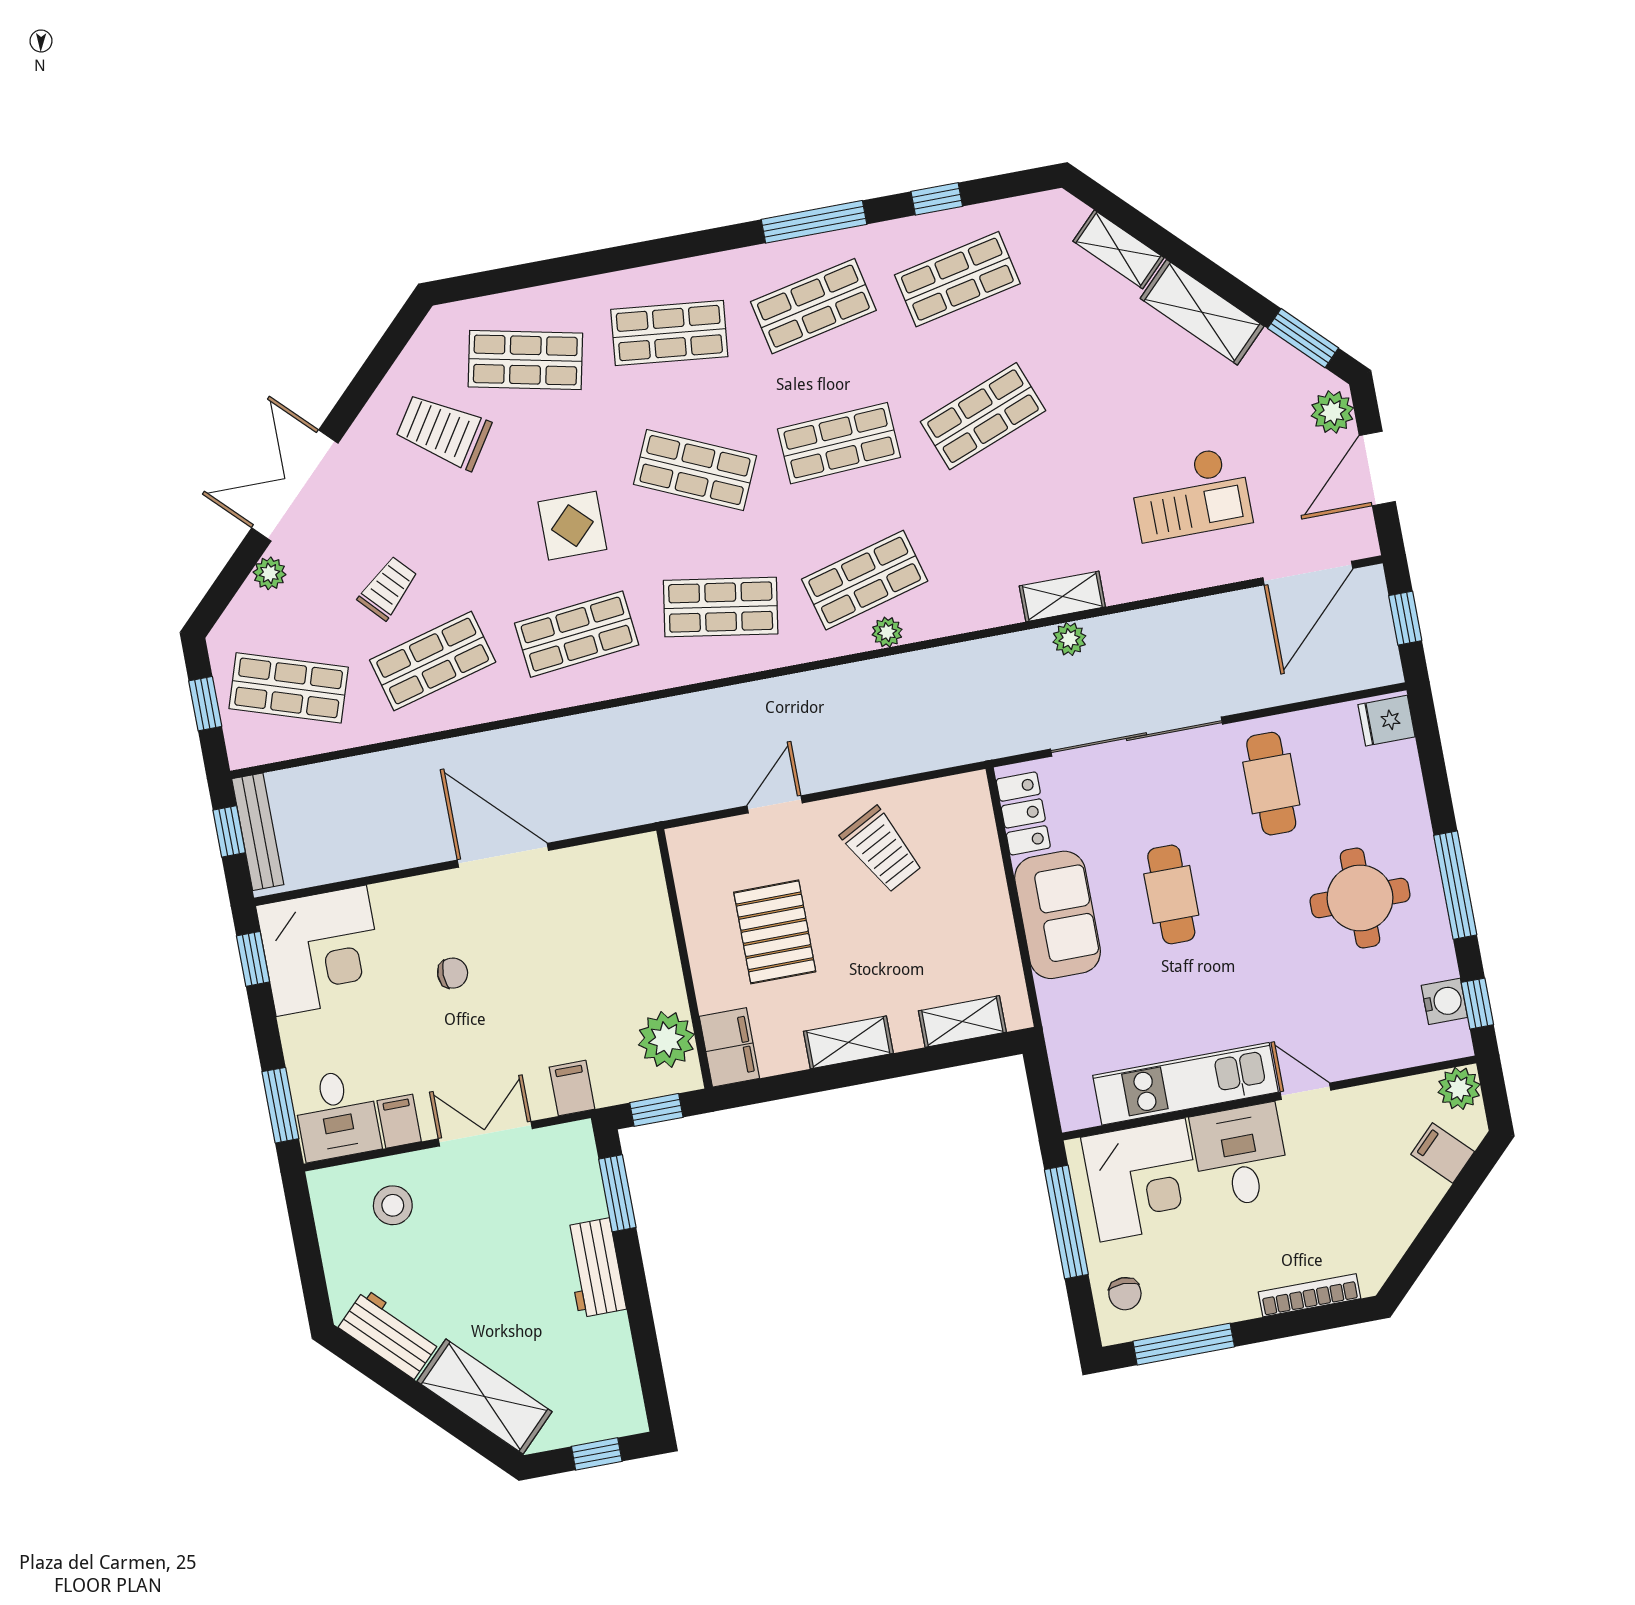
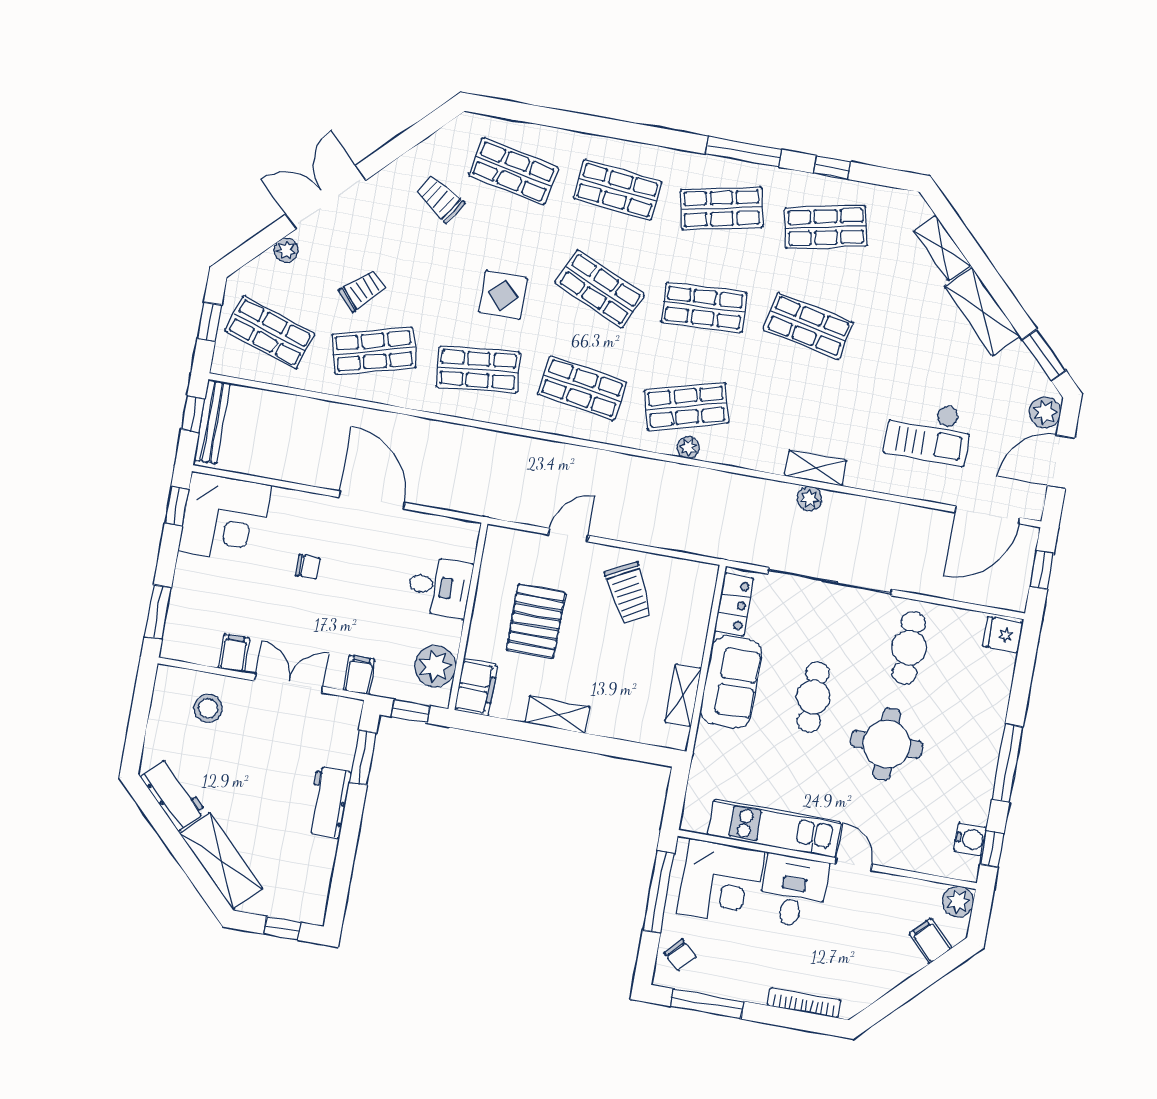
shop shelf: (983, 416) -> (808, 326), turned 33
trolley: (443, 431) -> (440, 199), width x0.73, depth x0.72
round table: (1360, 898) -> (887, 744), moved
shelving: (962, 1021) -> (683, 695), moved, turned 90
desk: (337, 1115) -> (439, 587), moved, turned -90
chair: (1125, 1294) -> (680, 955), turned -48

